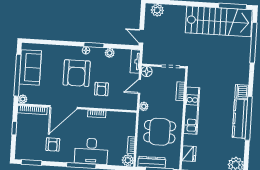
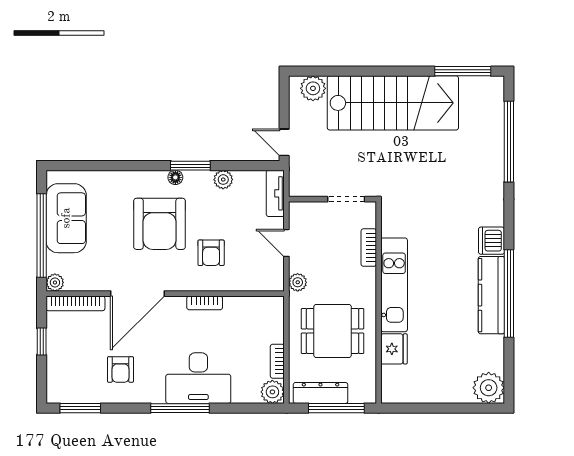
stairs: (219, 21) -> (393, 103), moved
floor lamp: (147, 71) -> (299, 212), removed
door: (139, 86) -> (286, 243), hinge flipped
fridge: (189, 154) -> (394, 349), moved

